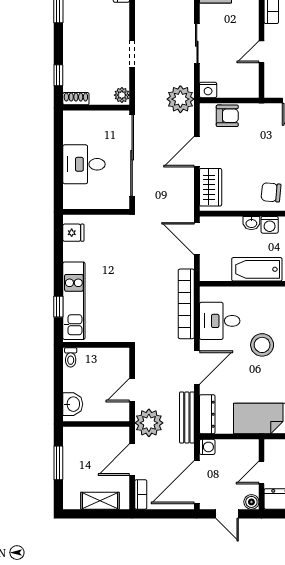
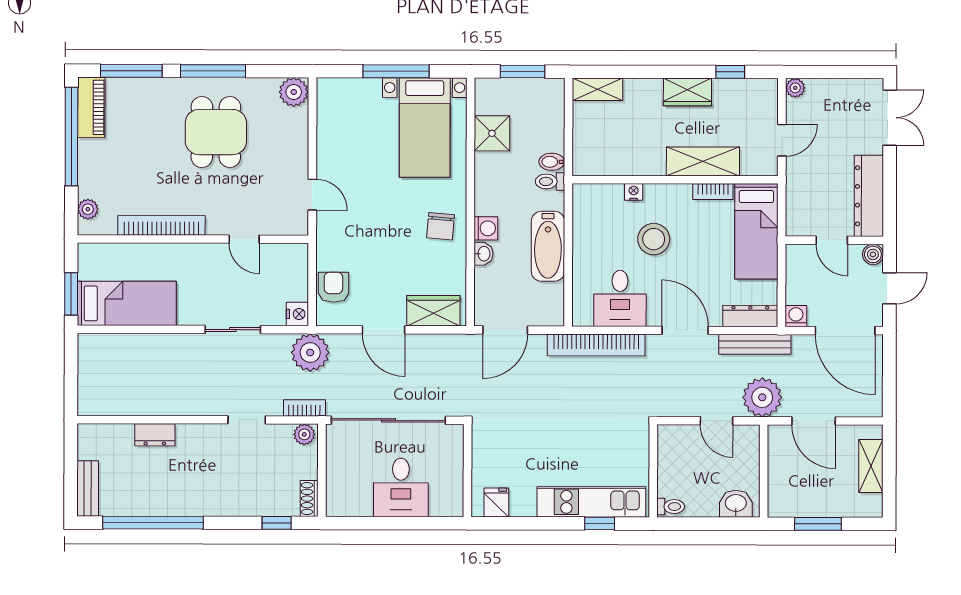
bookcase: (141, 494) -> (304, 408), moved

